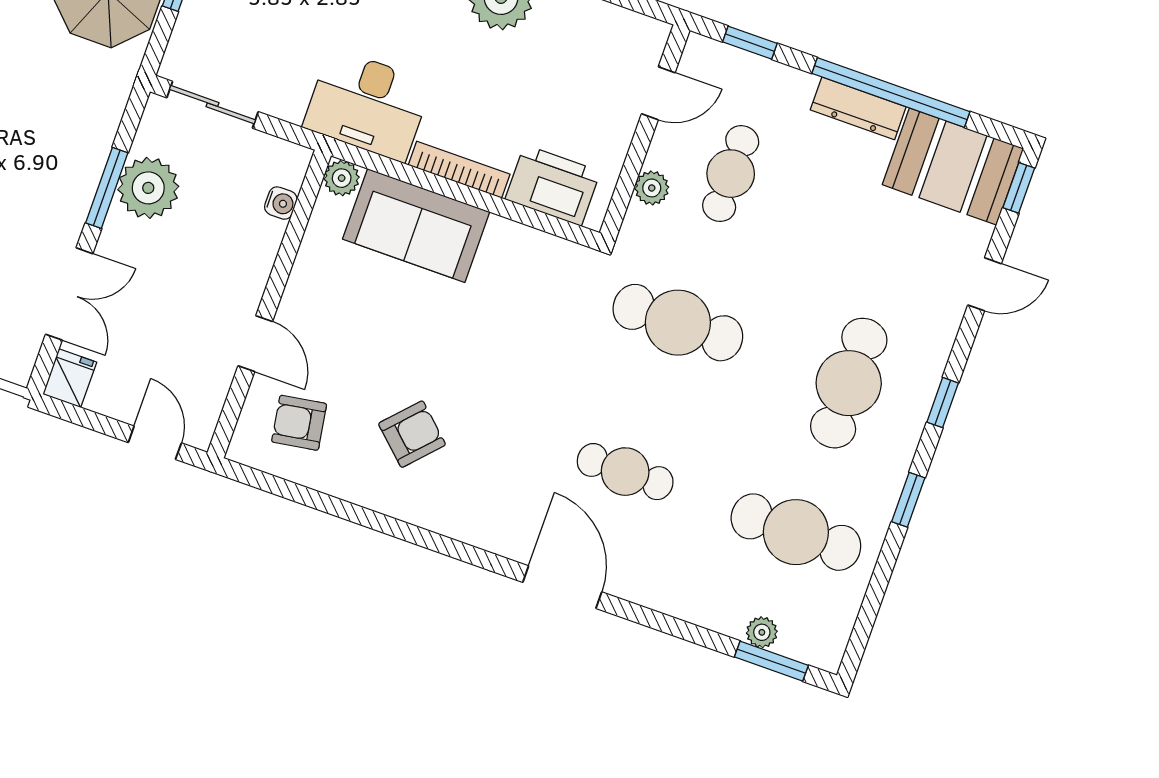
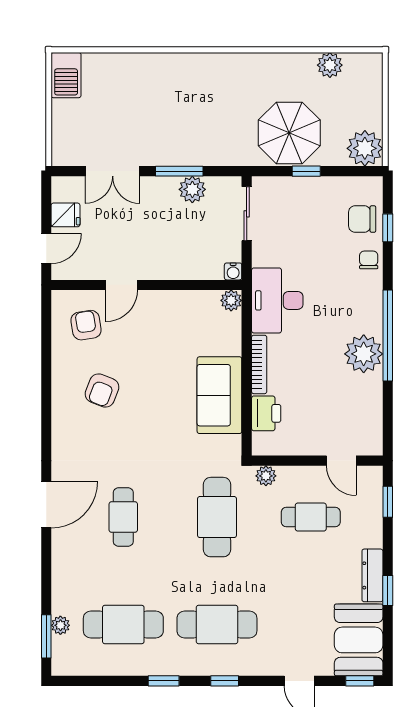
window: (891, 93) -> (388, 591), width x0.32
printer: (553, 185) -> (266, 413), width x0.73, depth x0.84
plant: (148, 188) -> (192, 189), width x0.73, depth x0.73
plant: (652, 188) -> (266, 476), moved
water cooler: (281, 203) -> (233, 271), moved
sofa: (416, 225) -> (219, 395), moved
fridge: (70, 378) -> (66, 215), moved
armchair: (412, 434) -> (102, 390), turned 68
cafe table: (796, 532) -> (123, 624), turned 90

